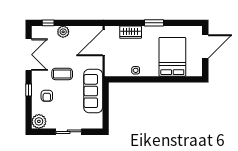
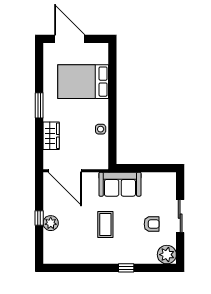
window: (48, 23) -> (39, 218), moved
double door: (29, 55) -> (80, 268), removed
sofa: (93, 91) -> (120, 184), width x0.73
armchair: (47, 96) -> (152, 224), moved

